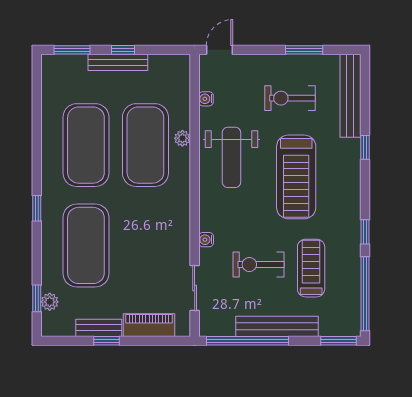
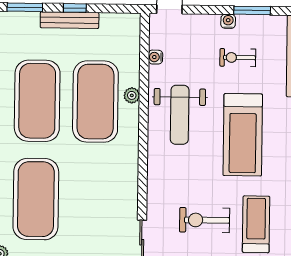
exercise bike: (290, 98) -> (238, 58), width x0.73, depth x0.72
water cooler: (206, 240) -> (228, 21), moved, turned 90

